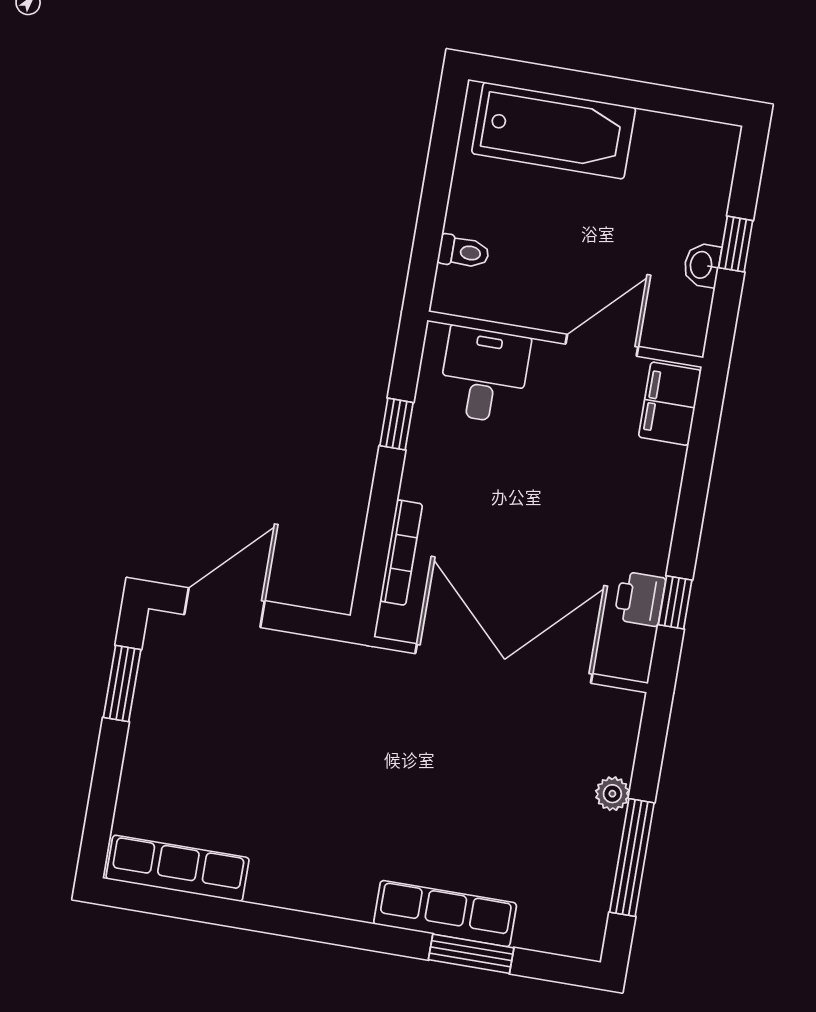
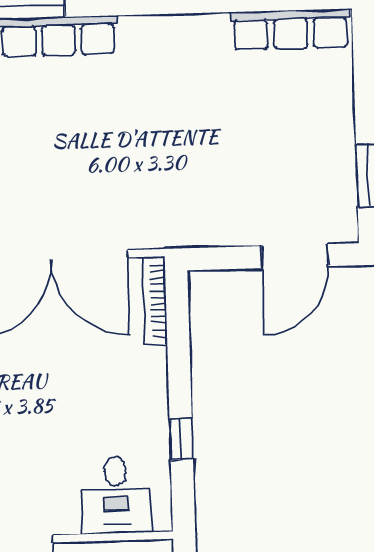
bookcase: (401, 553) -> (155, 301), moved

